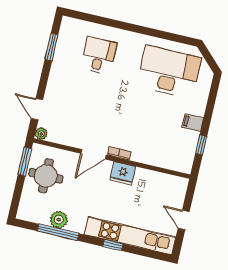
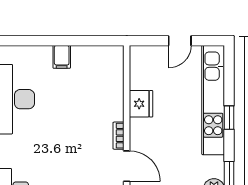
window: (201, 145) -> (86, 41), removed
fridge: (123, 173) -> (141, 104), moved

